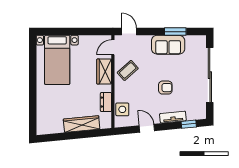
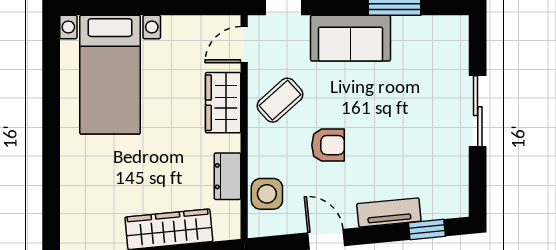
sofa: (168, 45) -> (350, 38), moved
sliding door: (210, 75) -> (478, 111), width x0.54
armchair: (165, 88) -> (328, 145), moved

